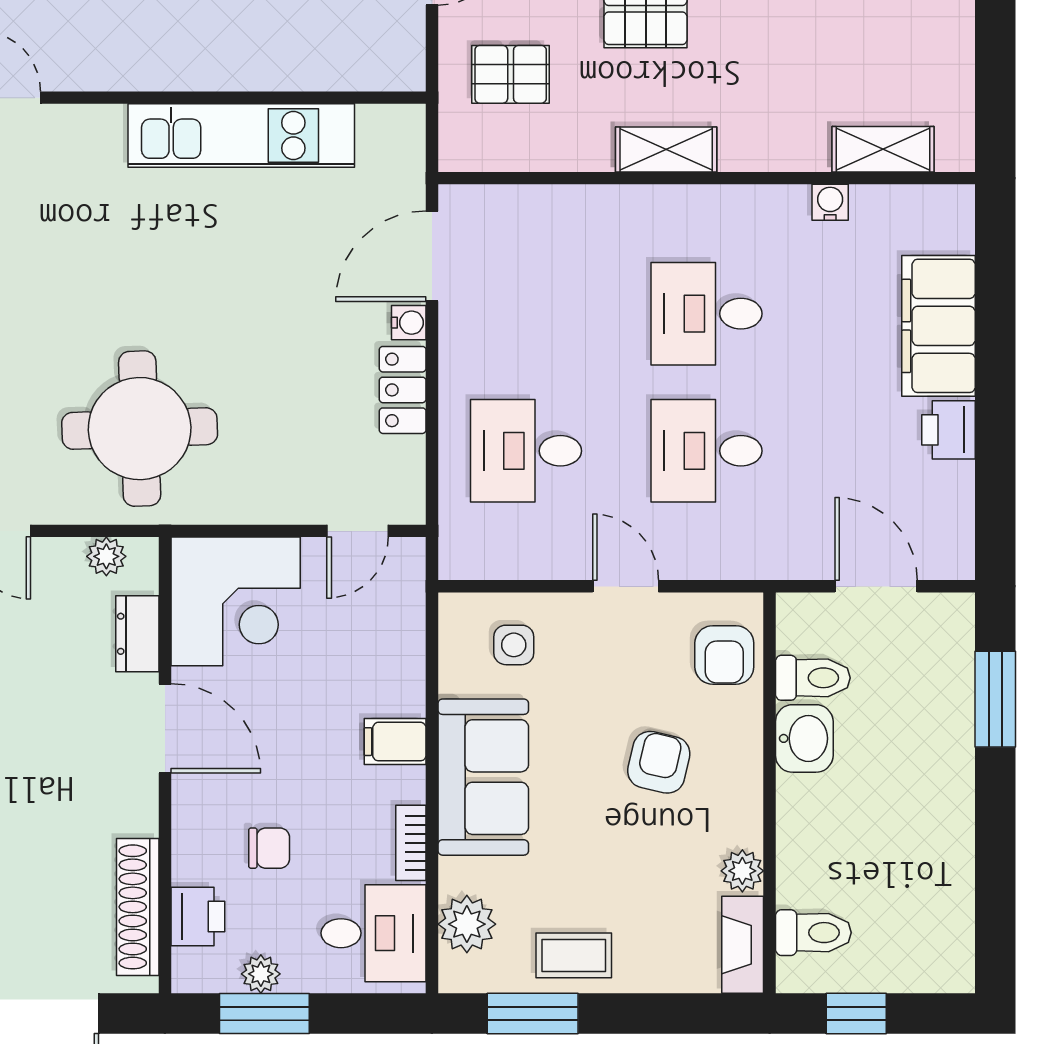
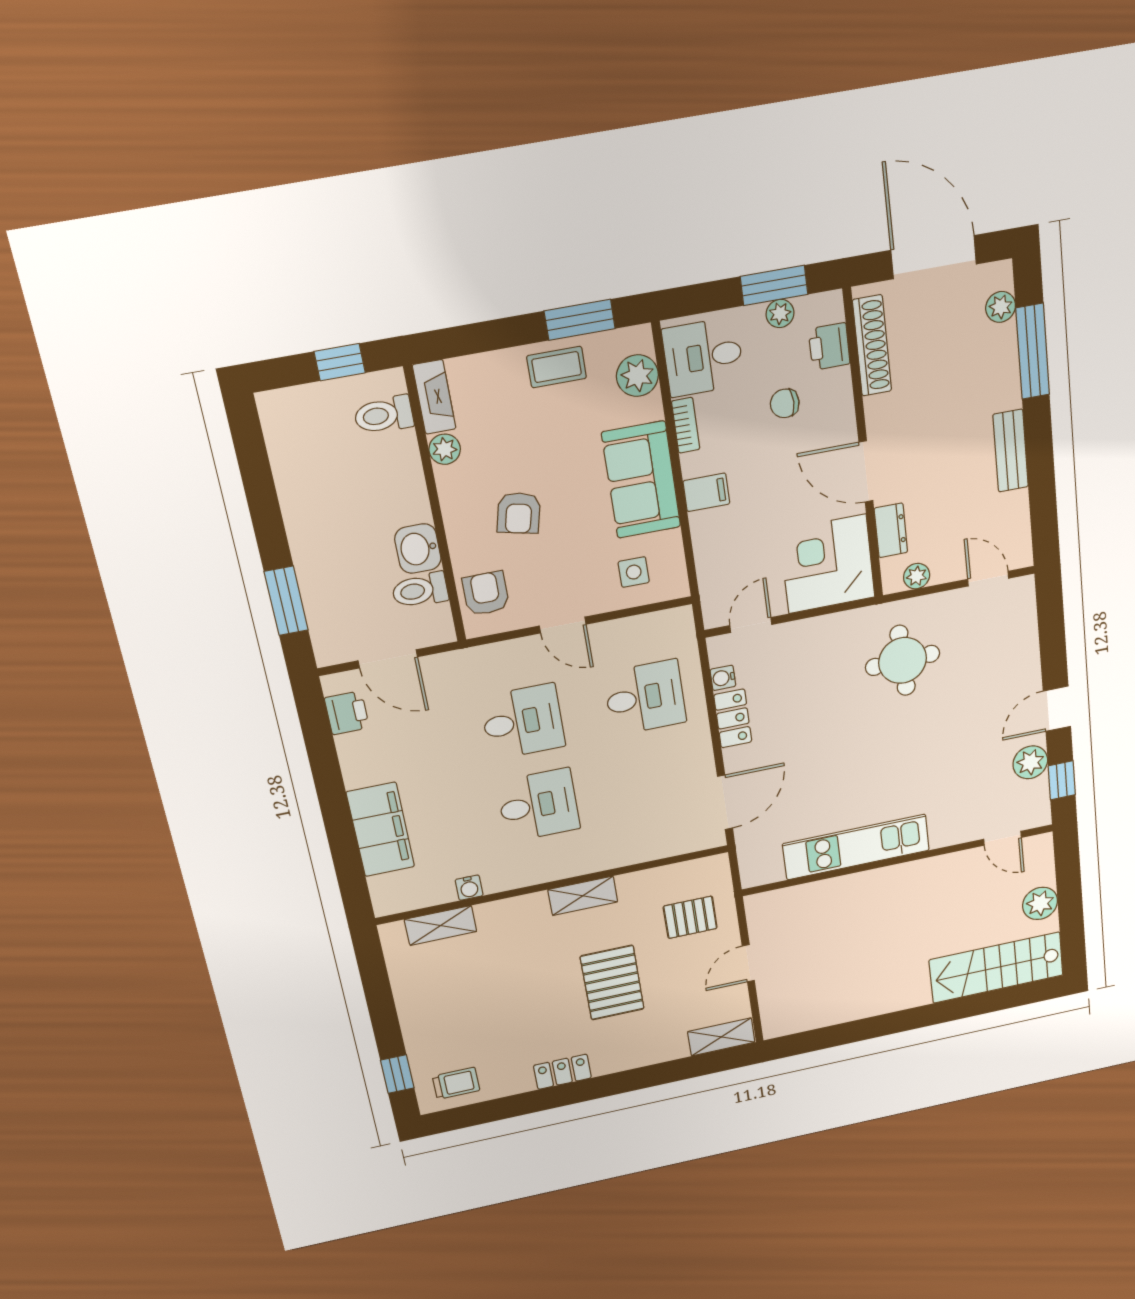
water cooler: (409, 323) -> (723, 678), moved
round table: (140, 429) -> (903, 660), width x0.73, depth x0.73
printer: (948, 430) -> (347, 713), moved

